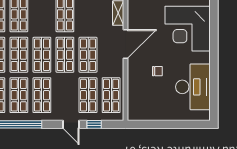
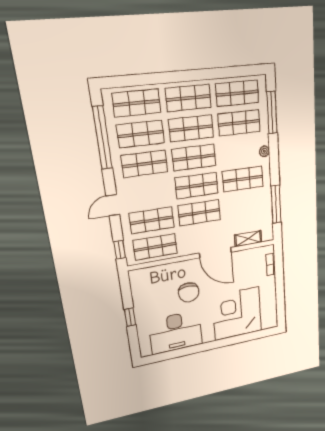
chair: (157, 71) -> (189, 292), width x1.87, depth x1.87
window: (94, 124) -> (120, 250), moved
window: (169, 124) -> (130, 317), added

